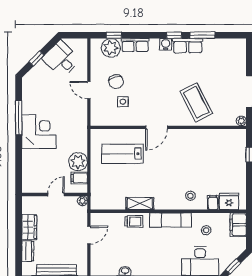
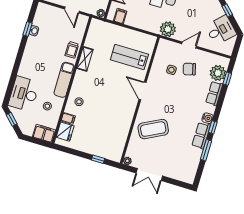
lab bench: (122, 154) -> (129, 57), turned -90
plant: (78, 162) -> (168, 29), moved

